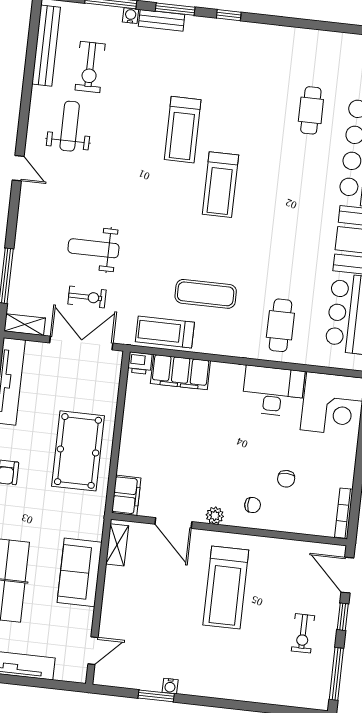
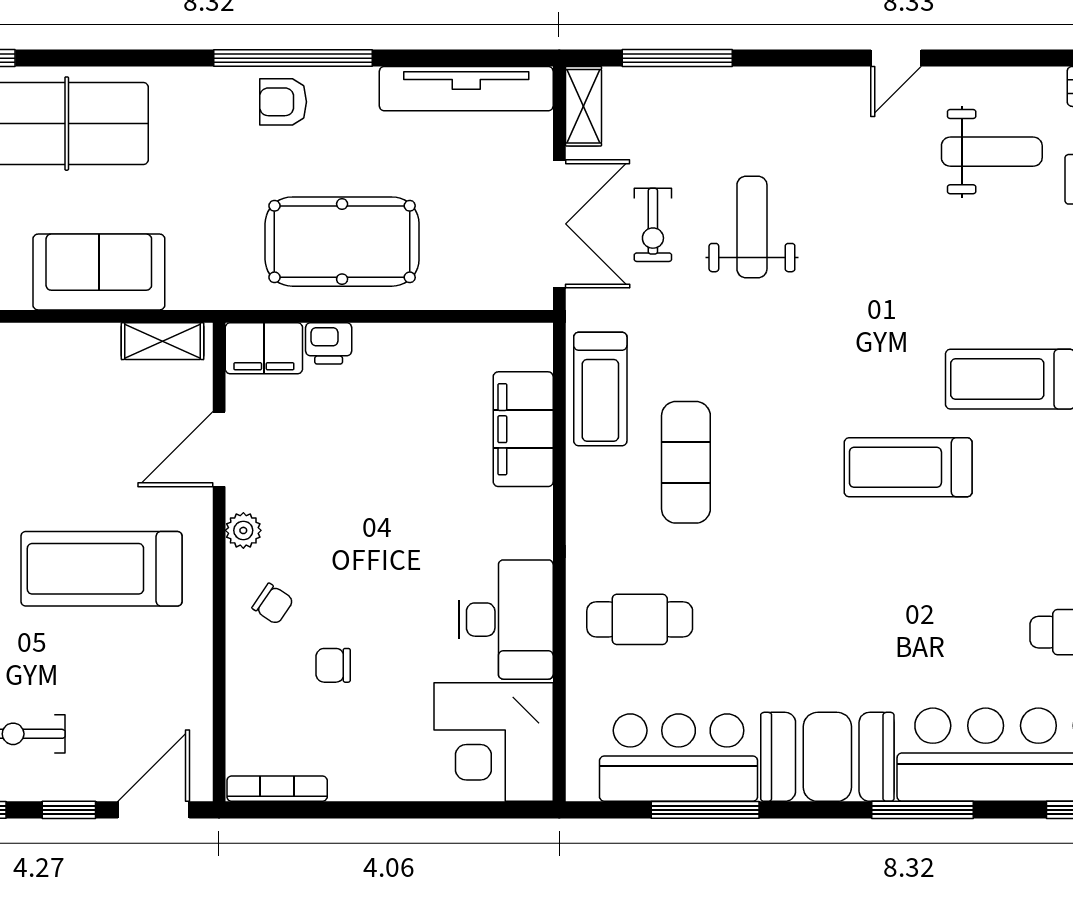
treadmill: (165, 332) -> (600, 389), turned 180
printer: (140, 363) -> (329, 343), moved, turned -90
chair: (253, 505) -> (273, 604), turned -56

